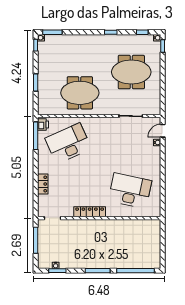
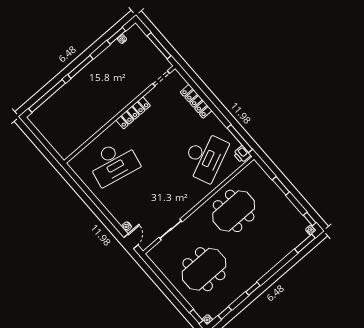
locker: (43, 184) -> (196, 101), width x1.53

